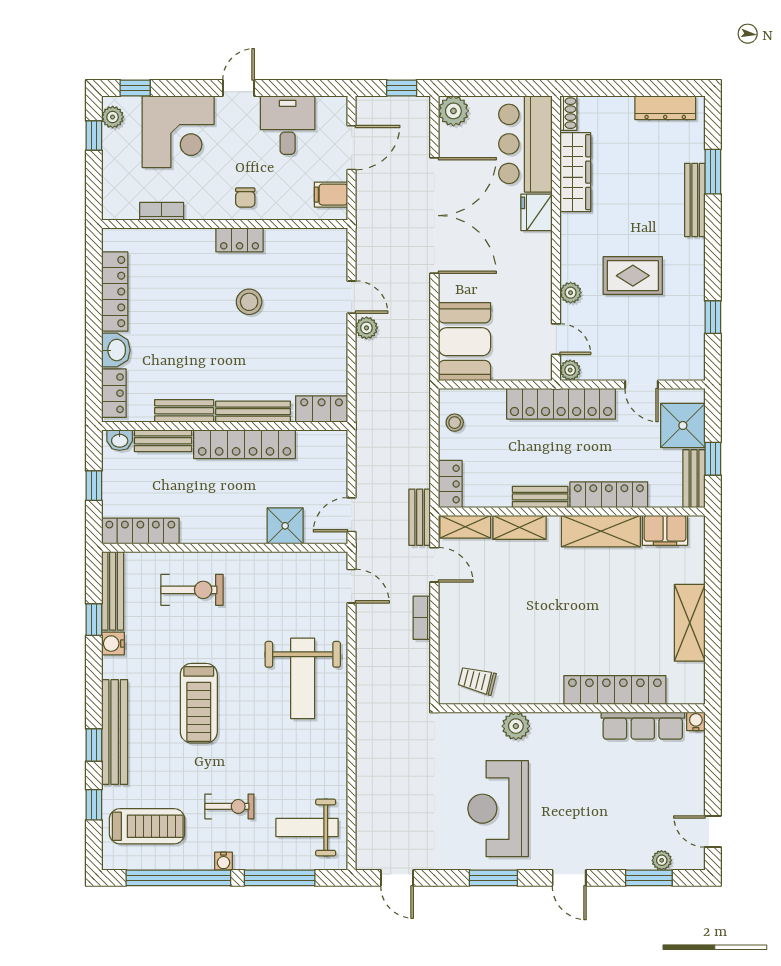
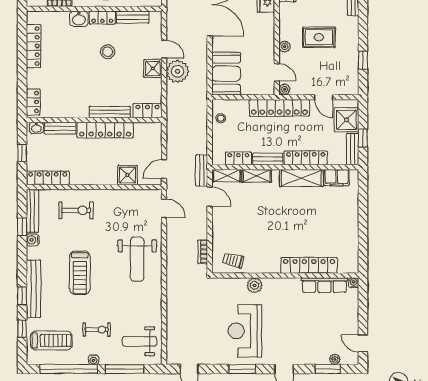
plant: (366, 328) -> (178, 71), width x1.88, depth x1.88
shower: (331, 332) -> (153, 68), added
washbasin: (116, 350) -> (79, 19), moved, turned 90
bench: (184, 411) -> (133, 17), moved
locker: (450, 484) -> (238, 158), moved, turned -90
bookcase: (422, 618) -> (203, 252), moved
shelving: (690, 623) -> (350, 228), removed

